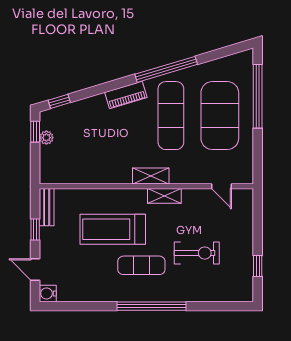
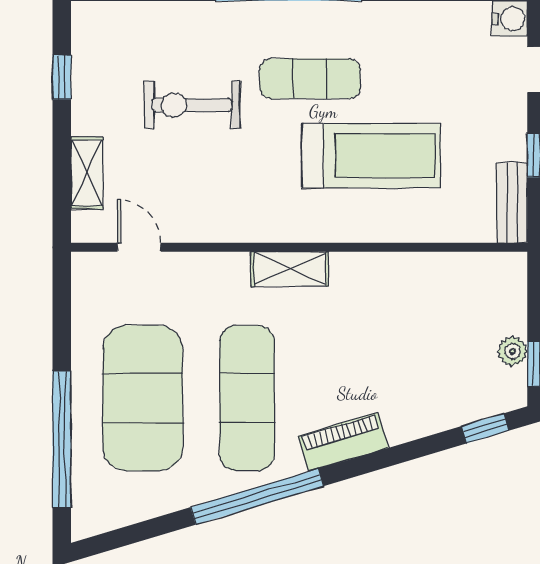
shelving: (164, 196) -> (87, 173), moved, turned 90

